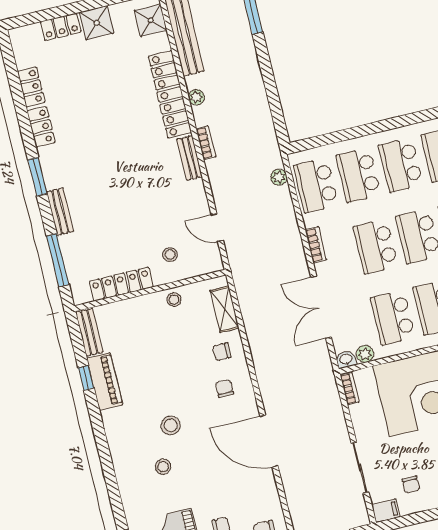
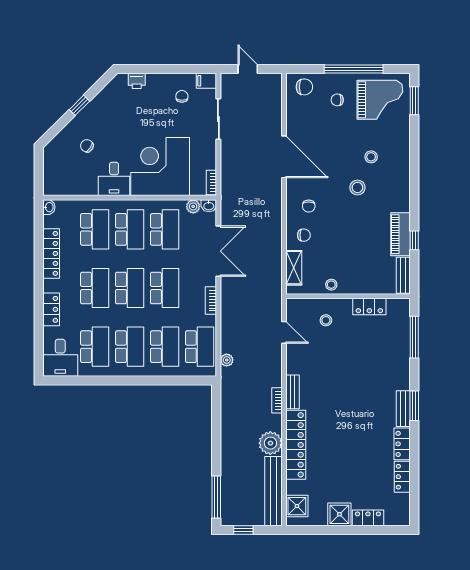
plant: (196, 97) -> (270, 443), width x1.88, depth x1.88
bench: (60, 212) -> (403, 409), moved
locker: (121, 284) -> (369, 307), width x0.66

